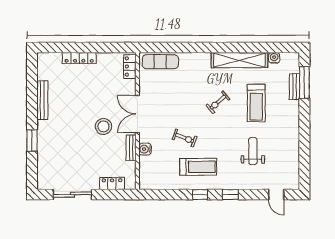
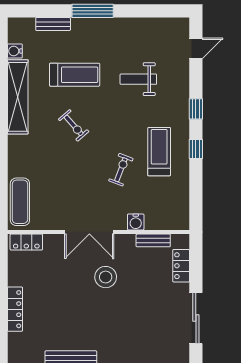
window: (304, 83) -> (93, 11), moved
bench: (131, 148) -> (153, 240), moved

